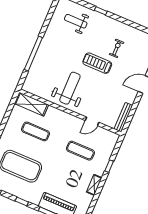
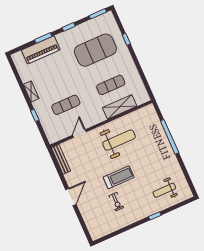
weight bench: (76, 21) -> (164, 190), turned 180
weight bench: (70, 88) -> (119, 140), turned -90
shelving: (31, 104) -> (120, 107), moved

